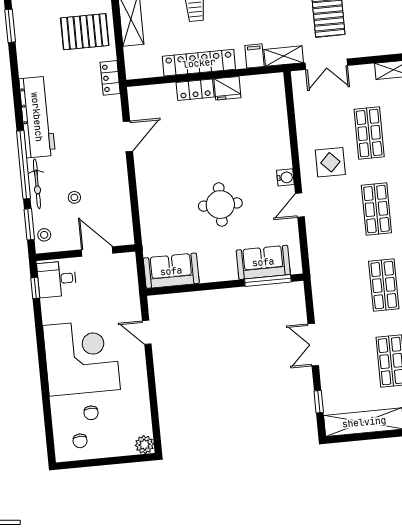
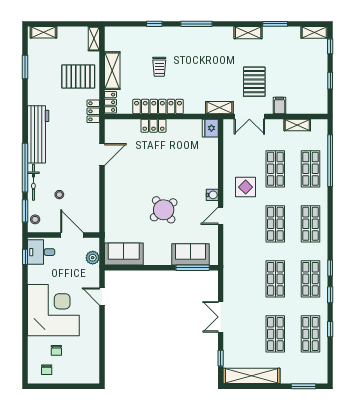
filing cabinet: (254, 56) -> (279, 106), moved
locker: (133, 63) -> (110, 102), added
fridge: (227, 88) -> (210, 128), moved, turned 90
round table: (220, 205) -> (164, 210), turned -38
plant: (144, 445) -> (93, 258), moved

